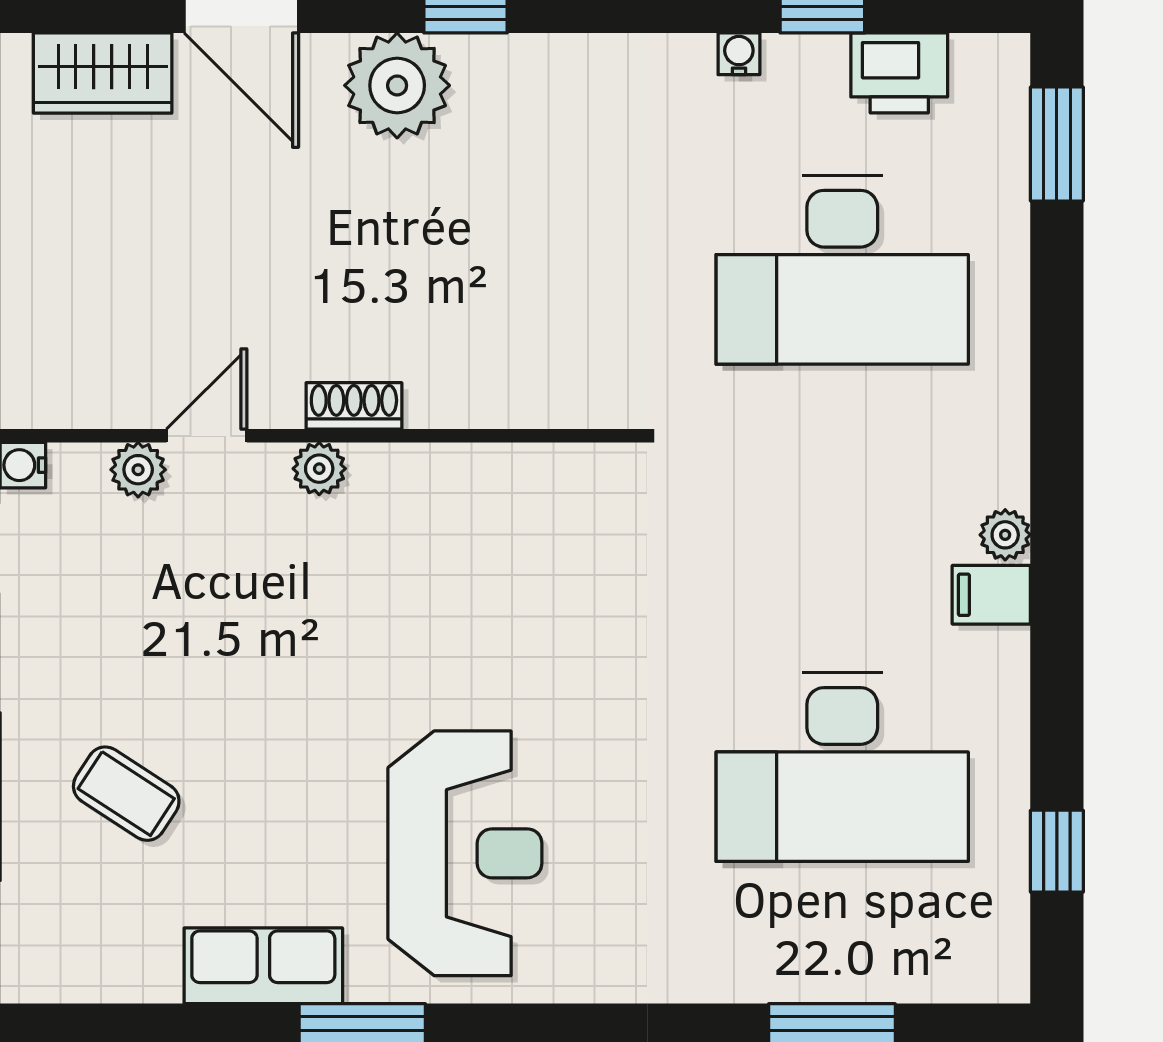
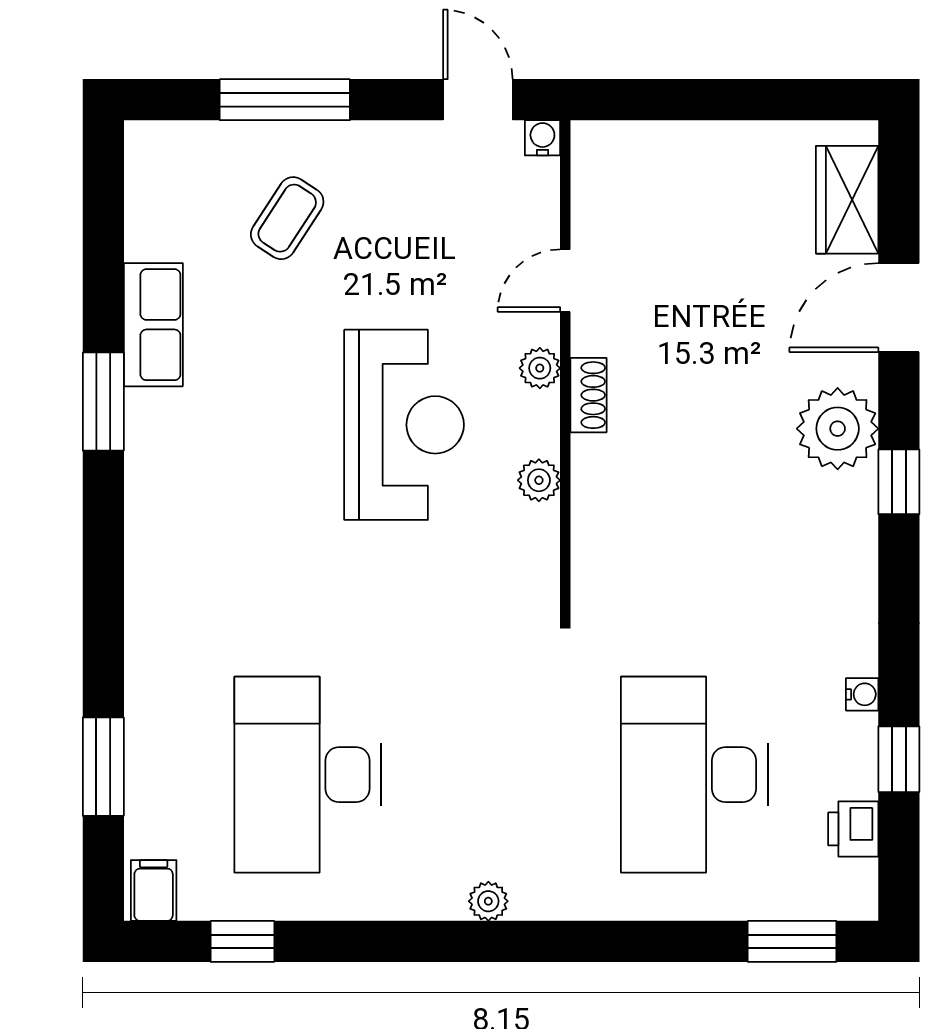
printer: (899, 73) -> (853, 829), width x0.73, depth x0.81
door: (207, 436) -> (565, 281), swing flipped
plant: (138, 470) -> (539, 480), moved
filing cabinet: (991, 595) -> (154, 890), moved
reception desk: (465, 853) -> (404, 425), moved, turned -90

